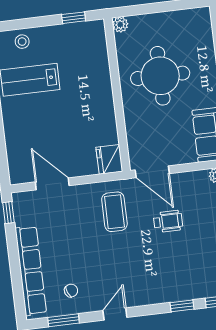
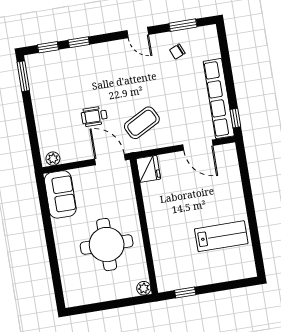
stool: (22, 42) -> (230, 270), removed
coffee table: (114, 212) -> (142, 123), turned 62
row of seats: (31, 271) -> (219, 99), moved
door: (115, 314) -> (138, 33), hinge flipped

